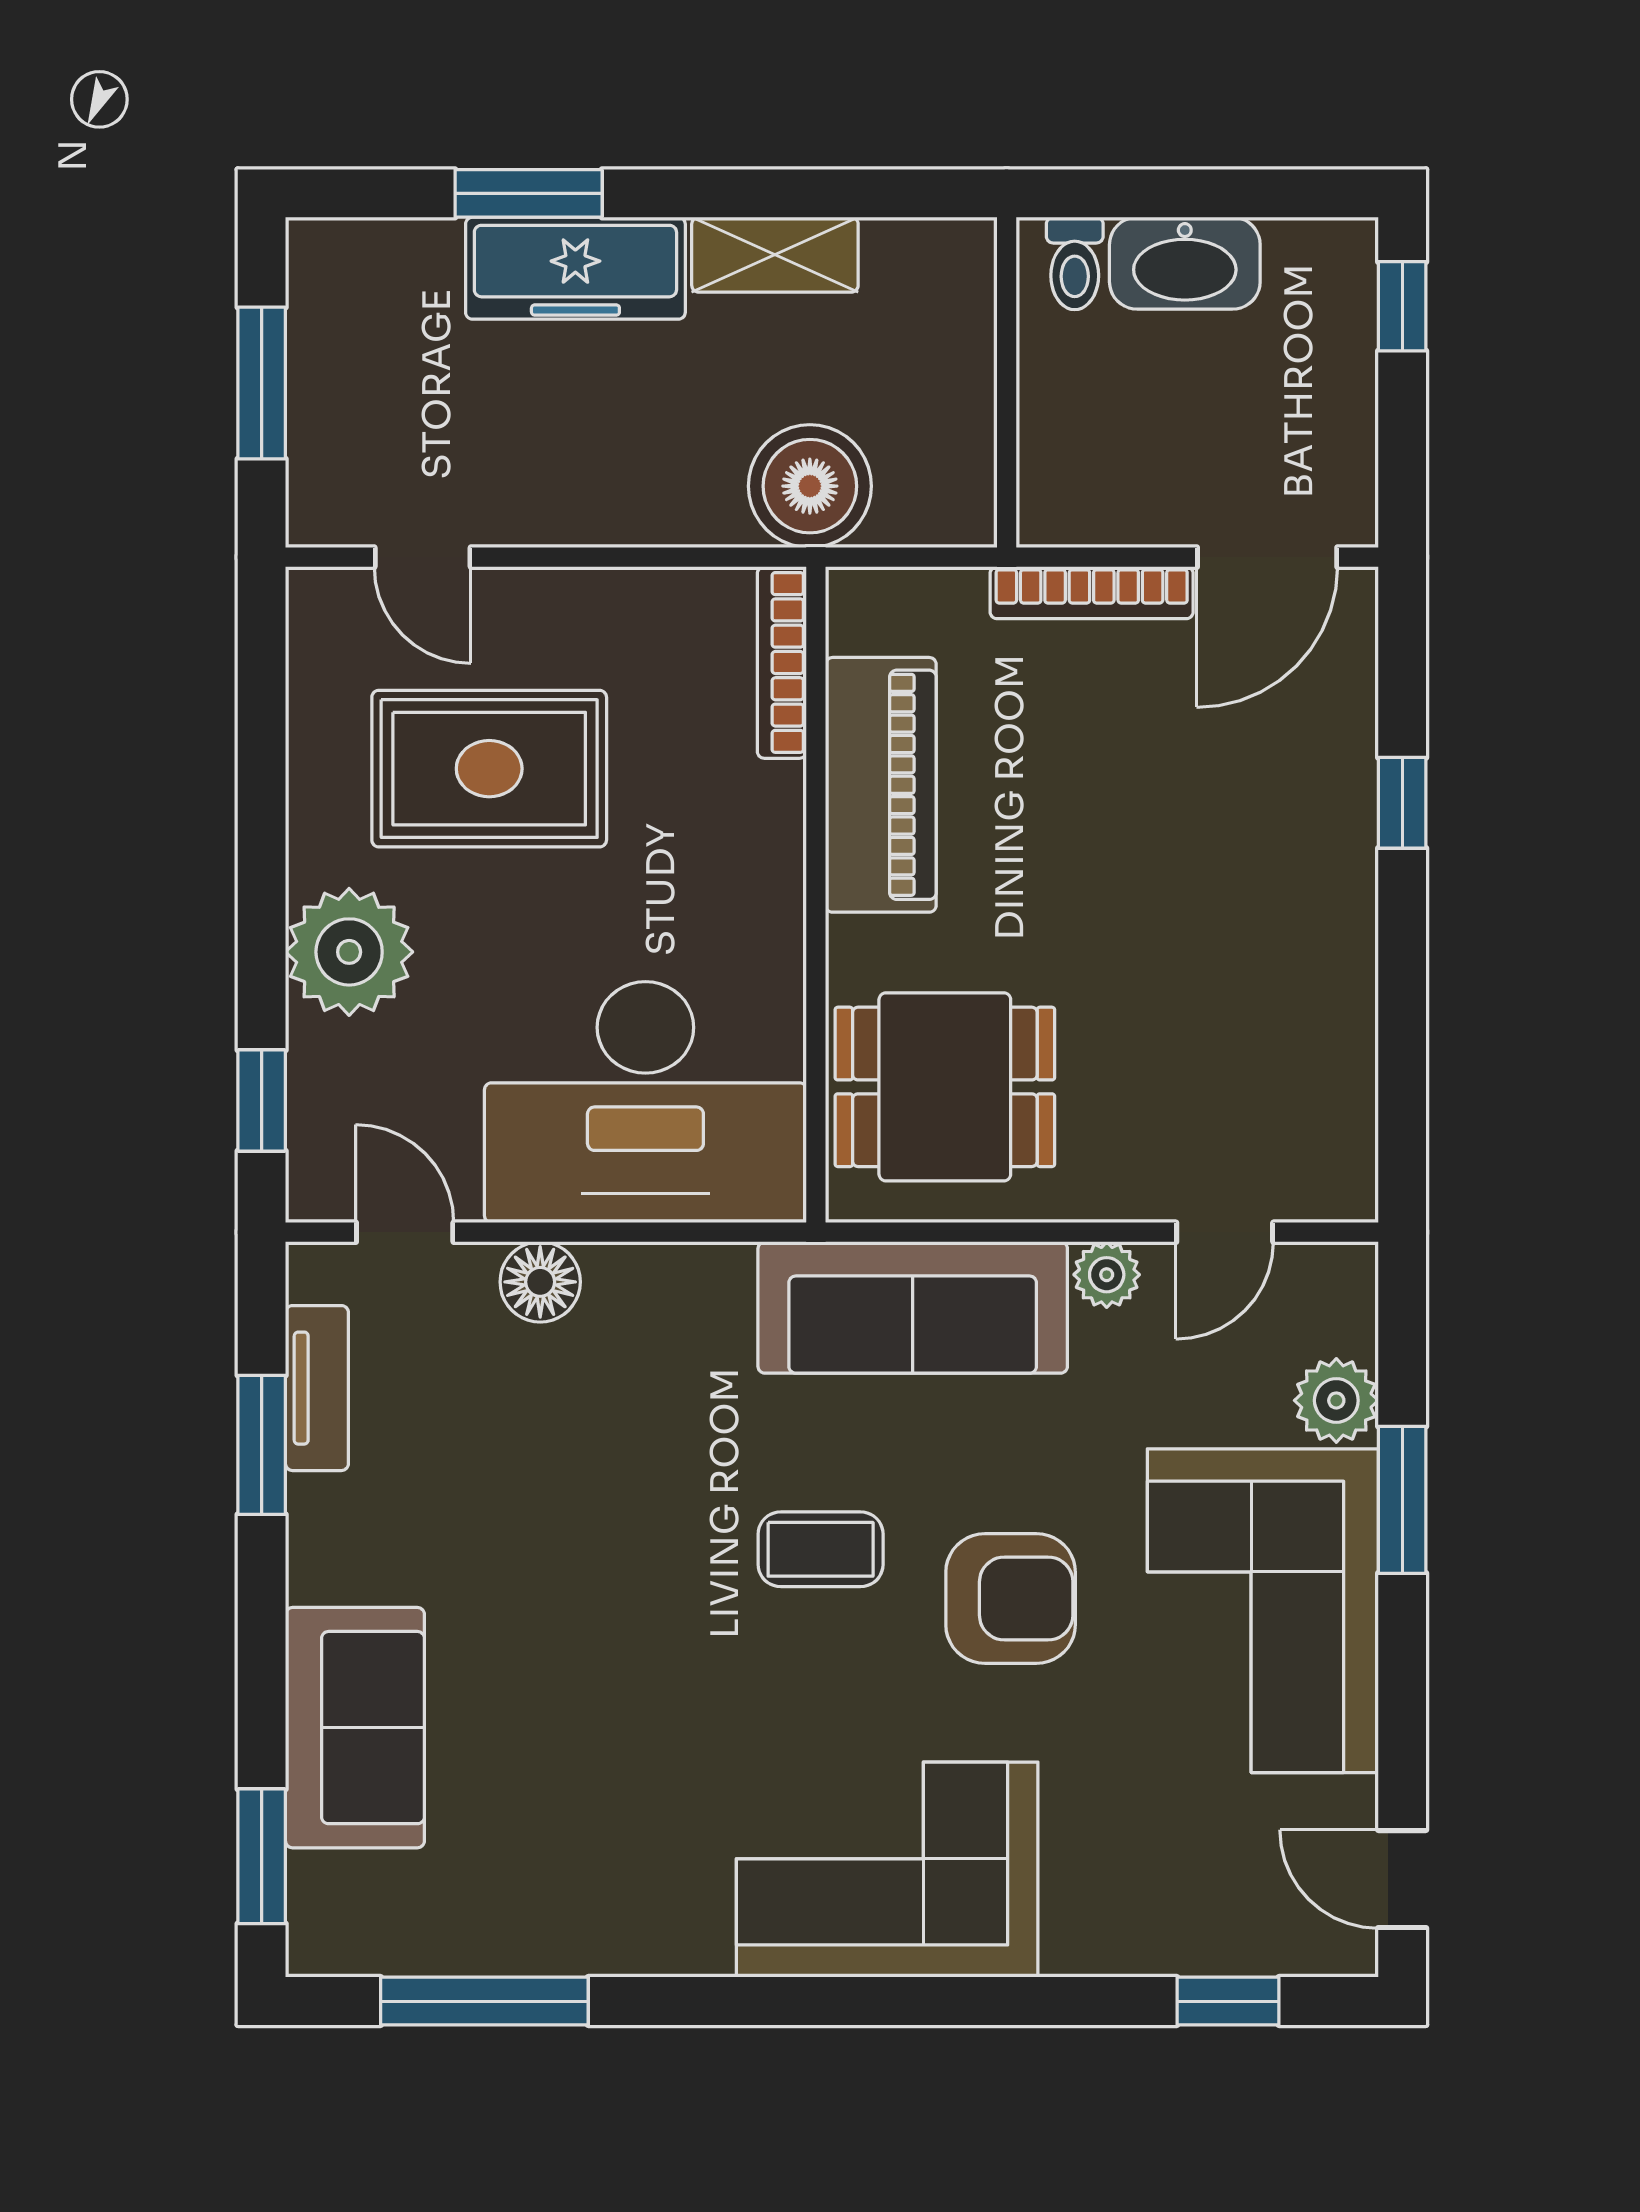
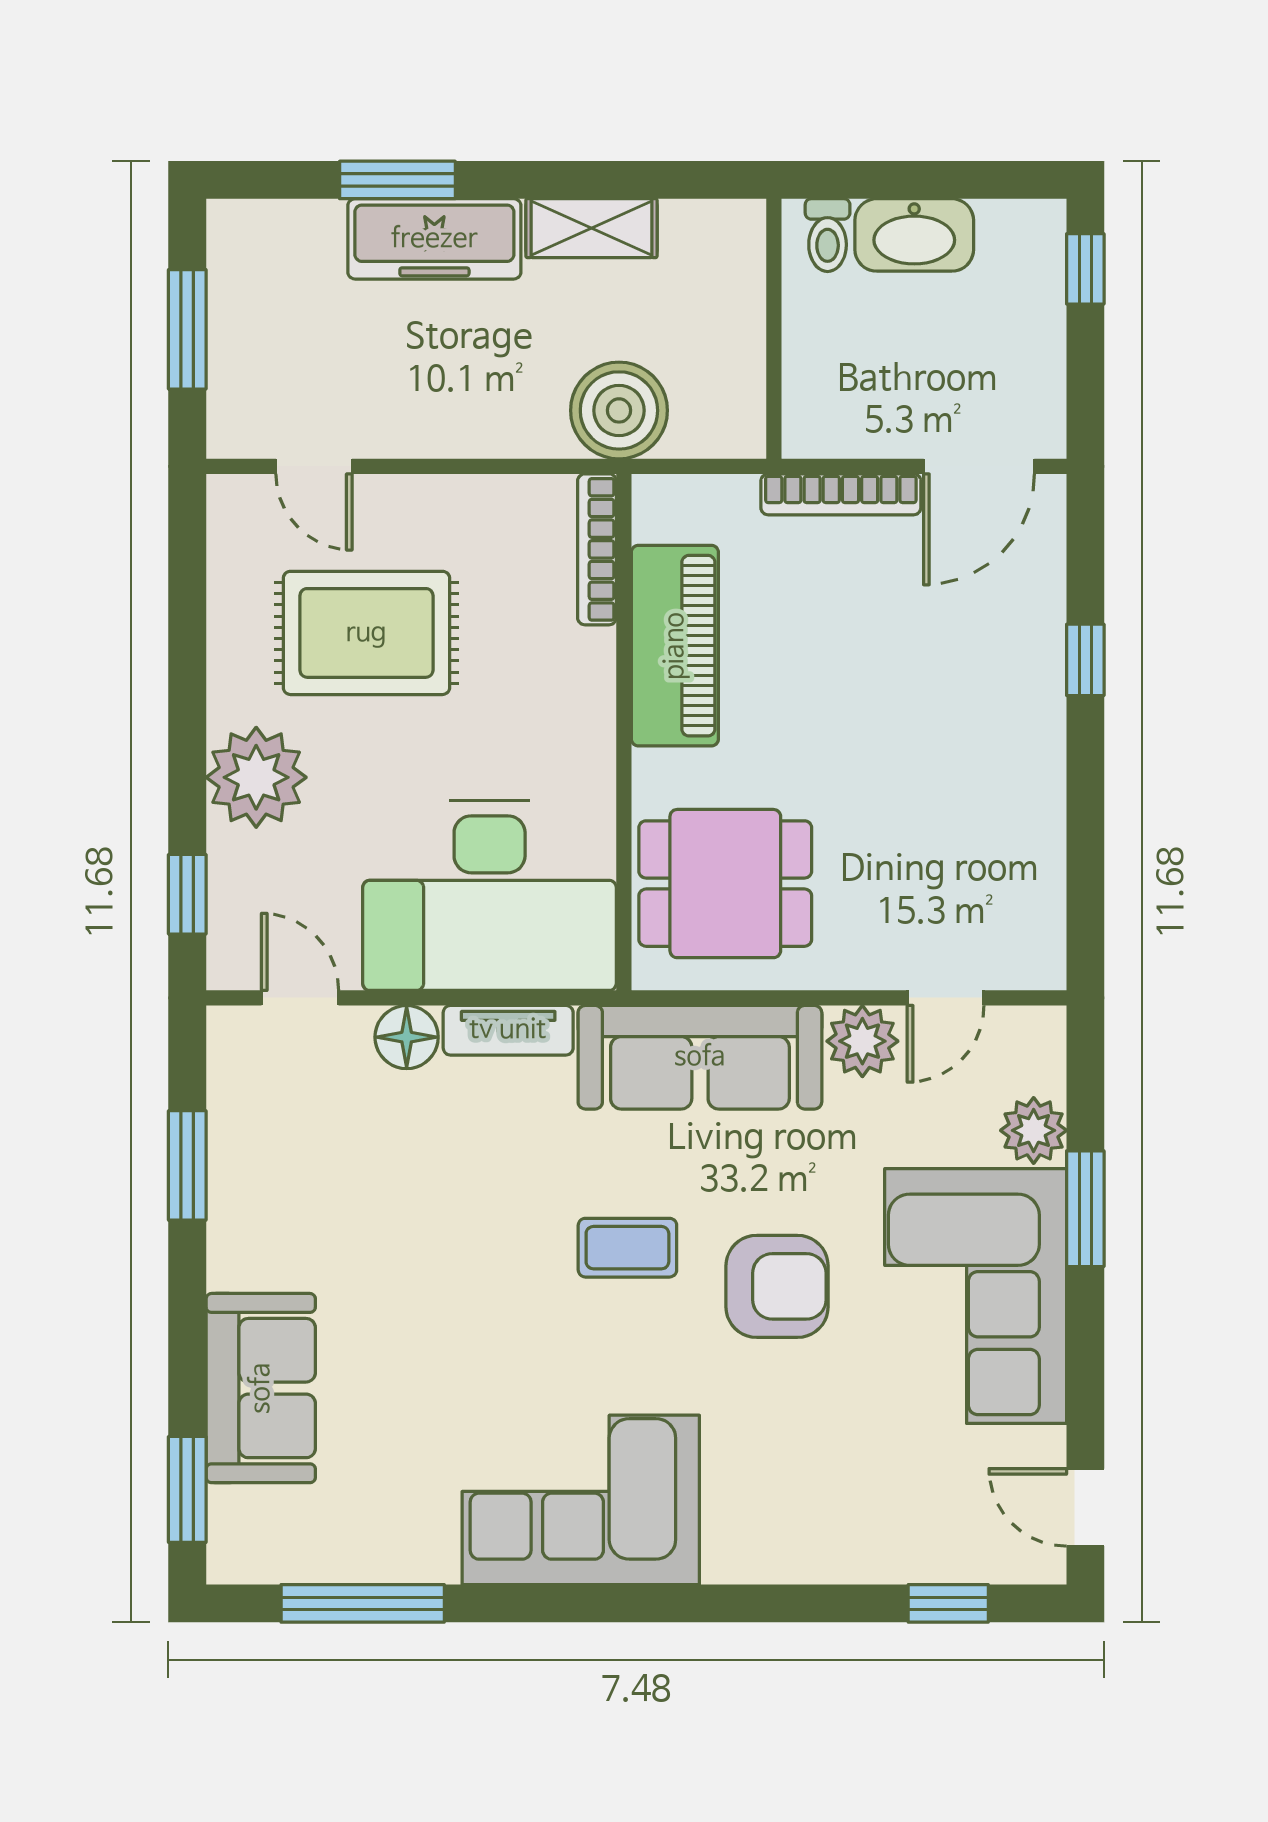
plant: (1107, 1275) -> (862, 1041), width x1.38, depth x1.38
tv unit: (317, 1388) -> (508, 1030), moved, turned 90
corner sofa: (887, 1870) -> (581, 1500), moved

